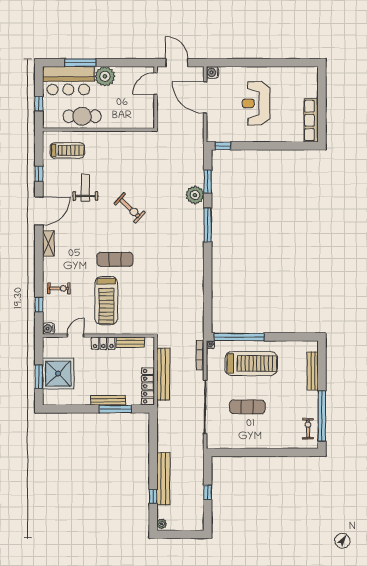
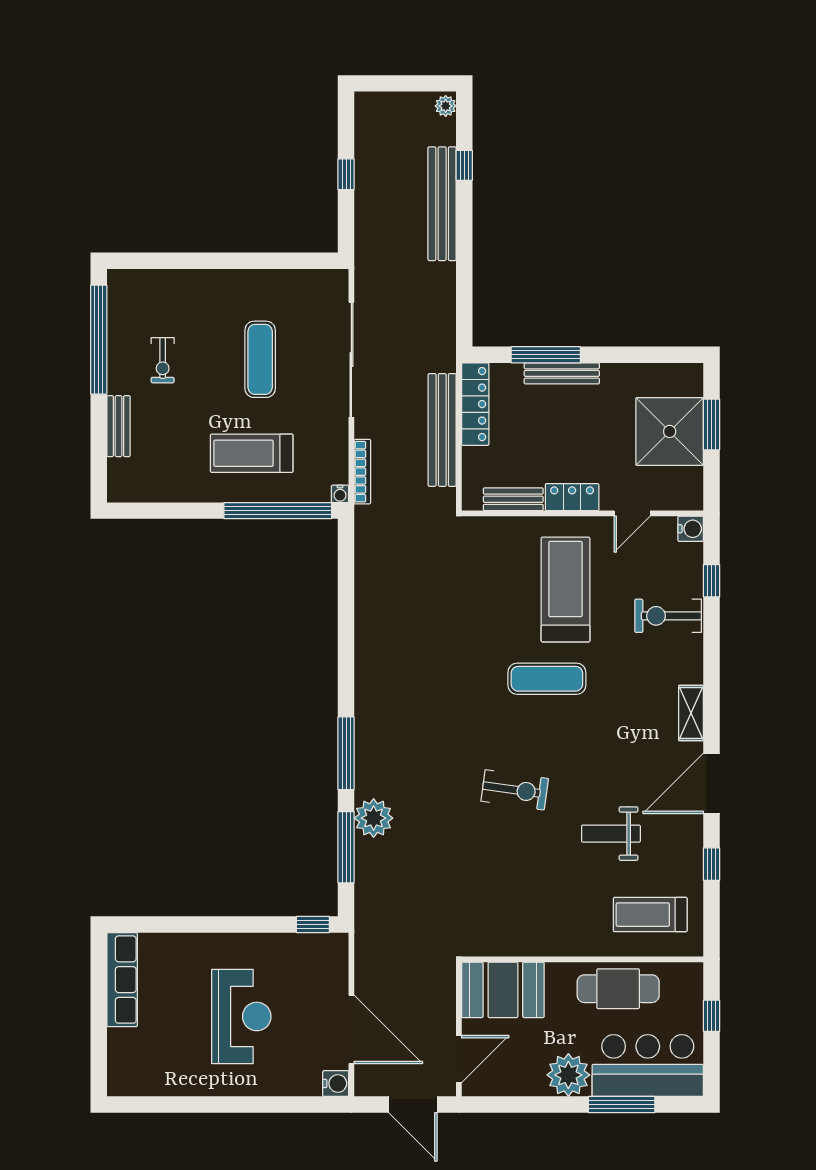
booth: (135, 116) -> (503, 990), added
window: (208, 182) -> (346, 847), width x1.44
weight bench: (85, 188) -> (611, 834), turned 90
exercise bike: (130, 208) -> (515, 790), turned 145
exercise bike: (59, 288) -> (668, 616), width x1.38, depth x1.39
treadmill: (251, 363) -> (252, 453), width x0.73, depth x0.73
bench: (313, 371) -> (119, 426), width x0.73
exercise mat: (247, 407) -> (260, 359), turned 90
exercise bike: (308, 429) -> (163, 360), moved

